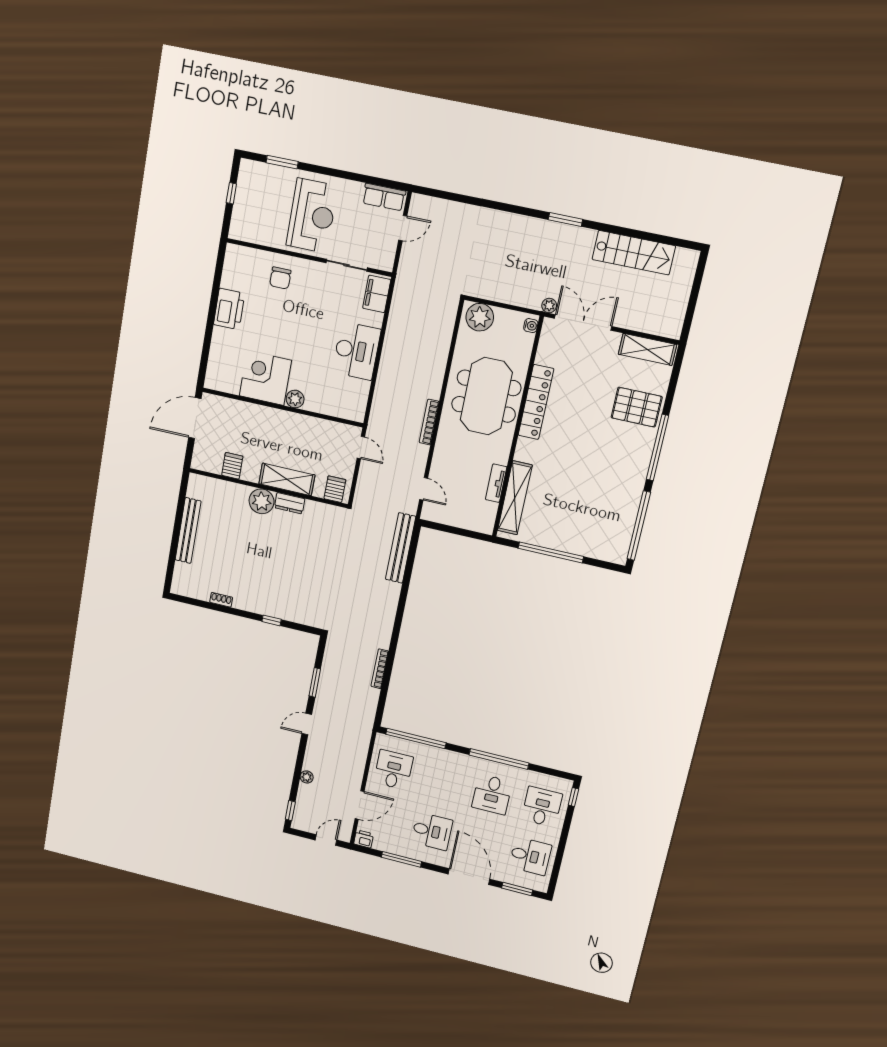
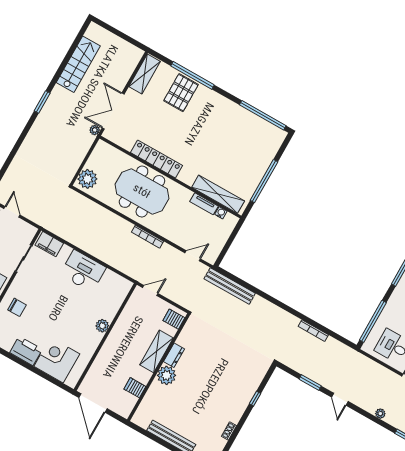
water cooler: (531, 326) -> (221, 213), moved
corner desk: (265, 378) -> (57, 360), moved, turned 90
window: (658, 448) -> (193, 75), moved

